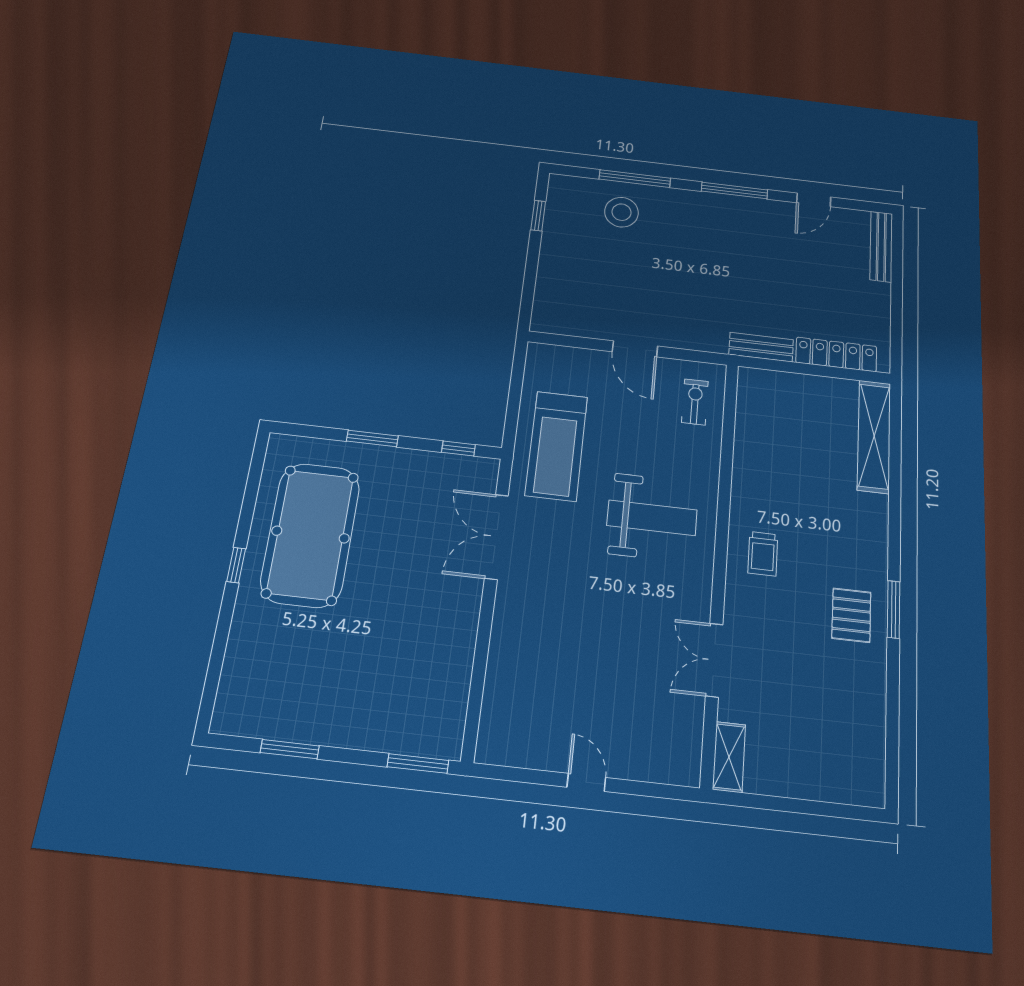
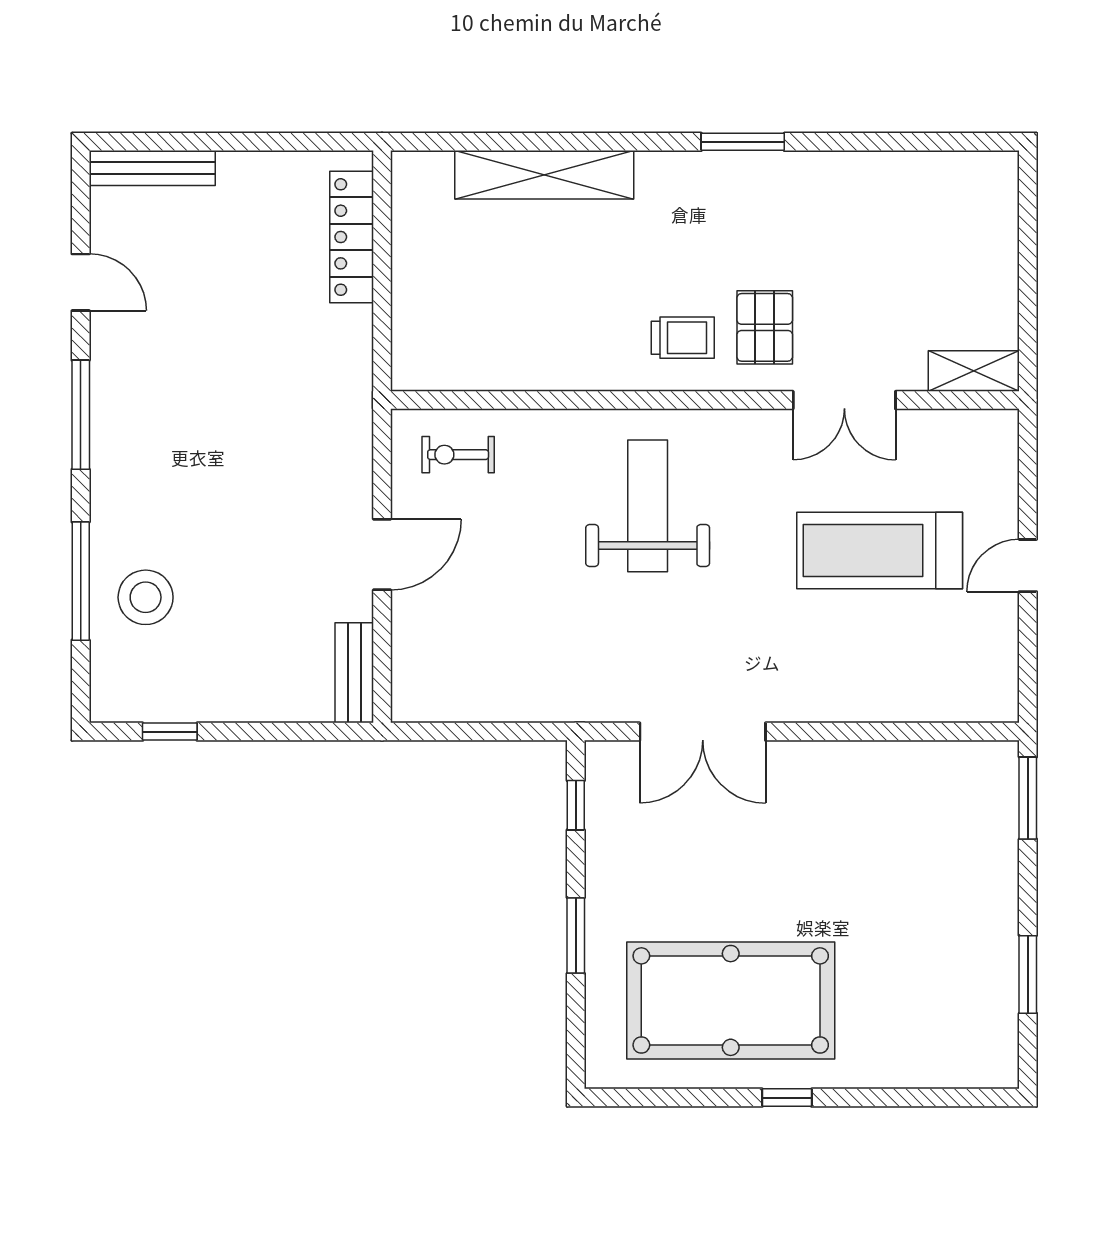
bench: (761, 347) -> (354, 673), moved
shelving: (874, 436) -> (544, 175), moved
treadmill: (556, 446) -> (880, 550), moved, turned 180
pallet: (851, 615) -> (765, 327), moved, turned 90

